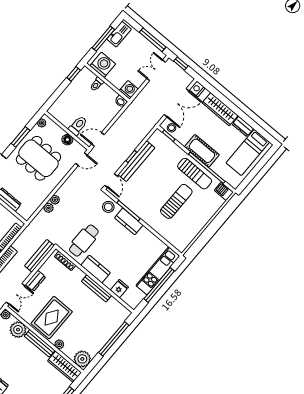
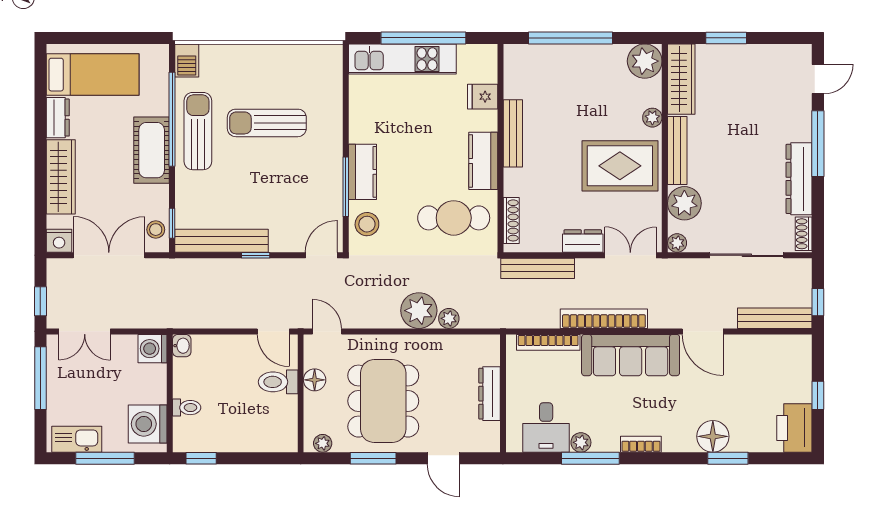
bench: (136, 161) -> (222, 241), moved
plant: (55, 200) -> (419, 311), width x1.88, depth x1.88

